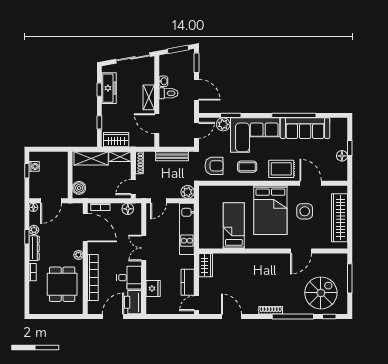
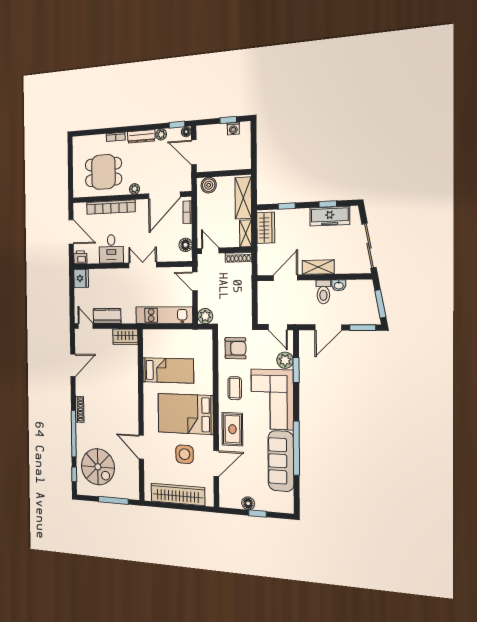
bench: (172, 156) -> (246, 297), removed
armchair: (214, 166) -> (235, 348), turned -90
window: (27, 237) -> (177, 125), moved
fridge: (153, 289) -> (81, 278), moved, turned -90
printer: (133, 302) -> (80, 257), width x0.53, depth x0.68

